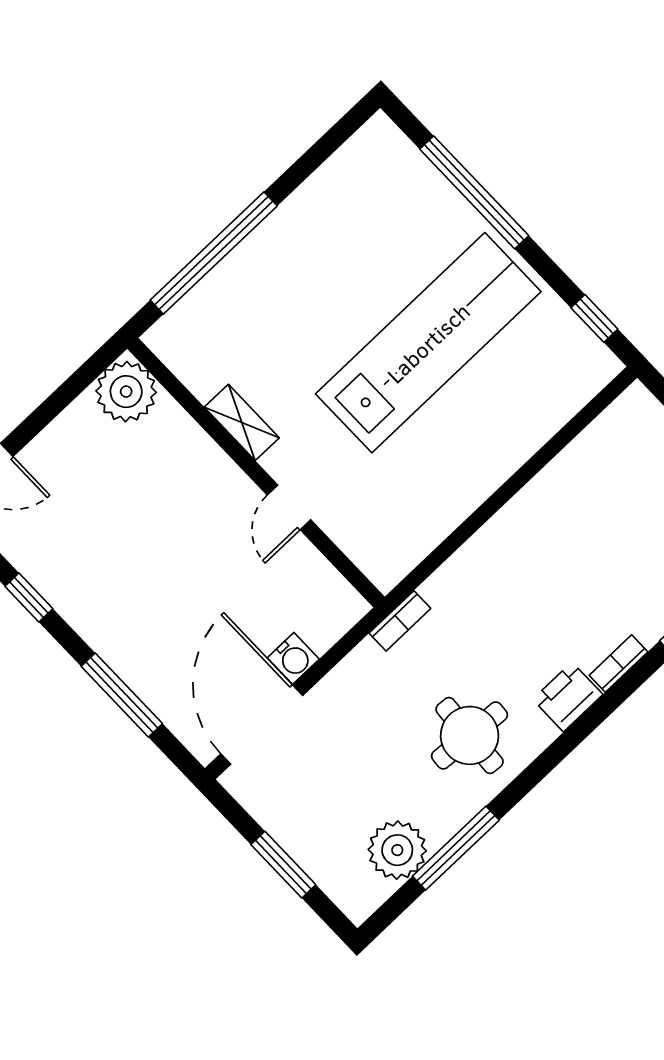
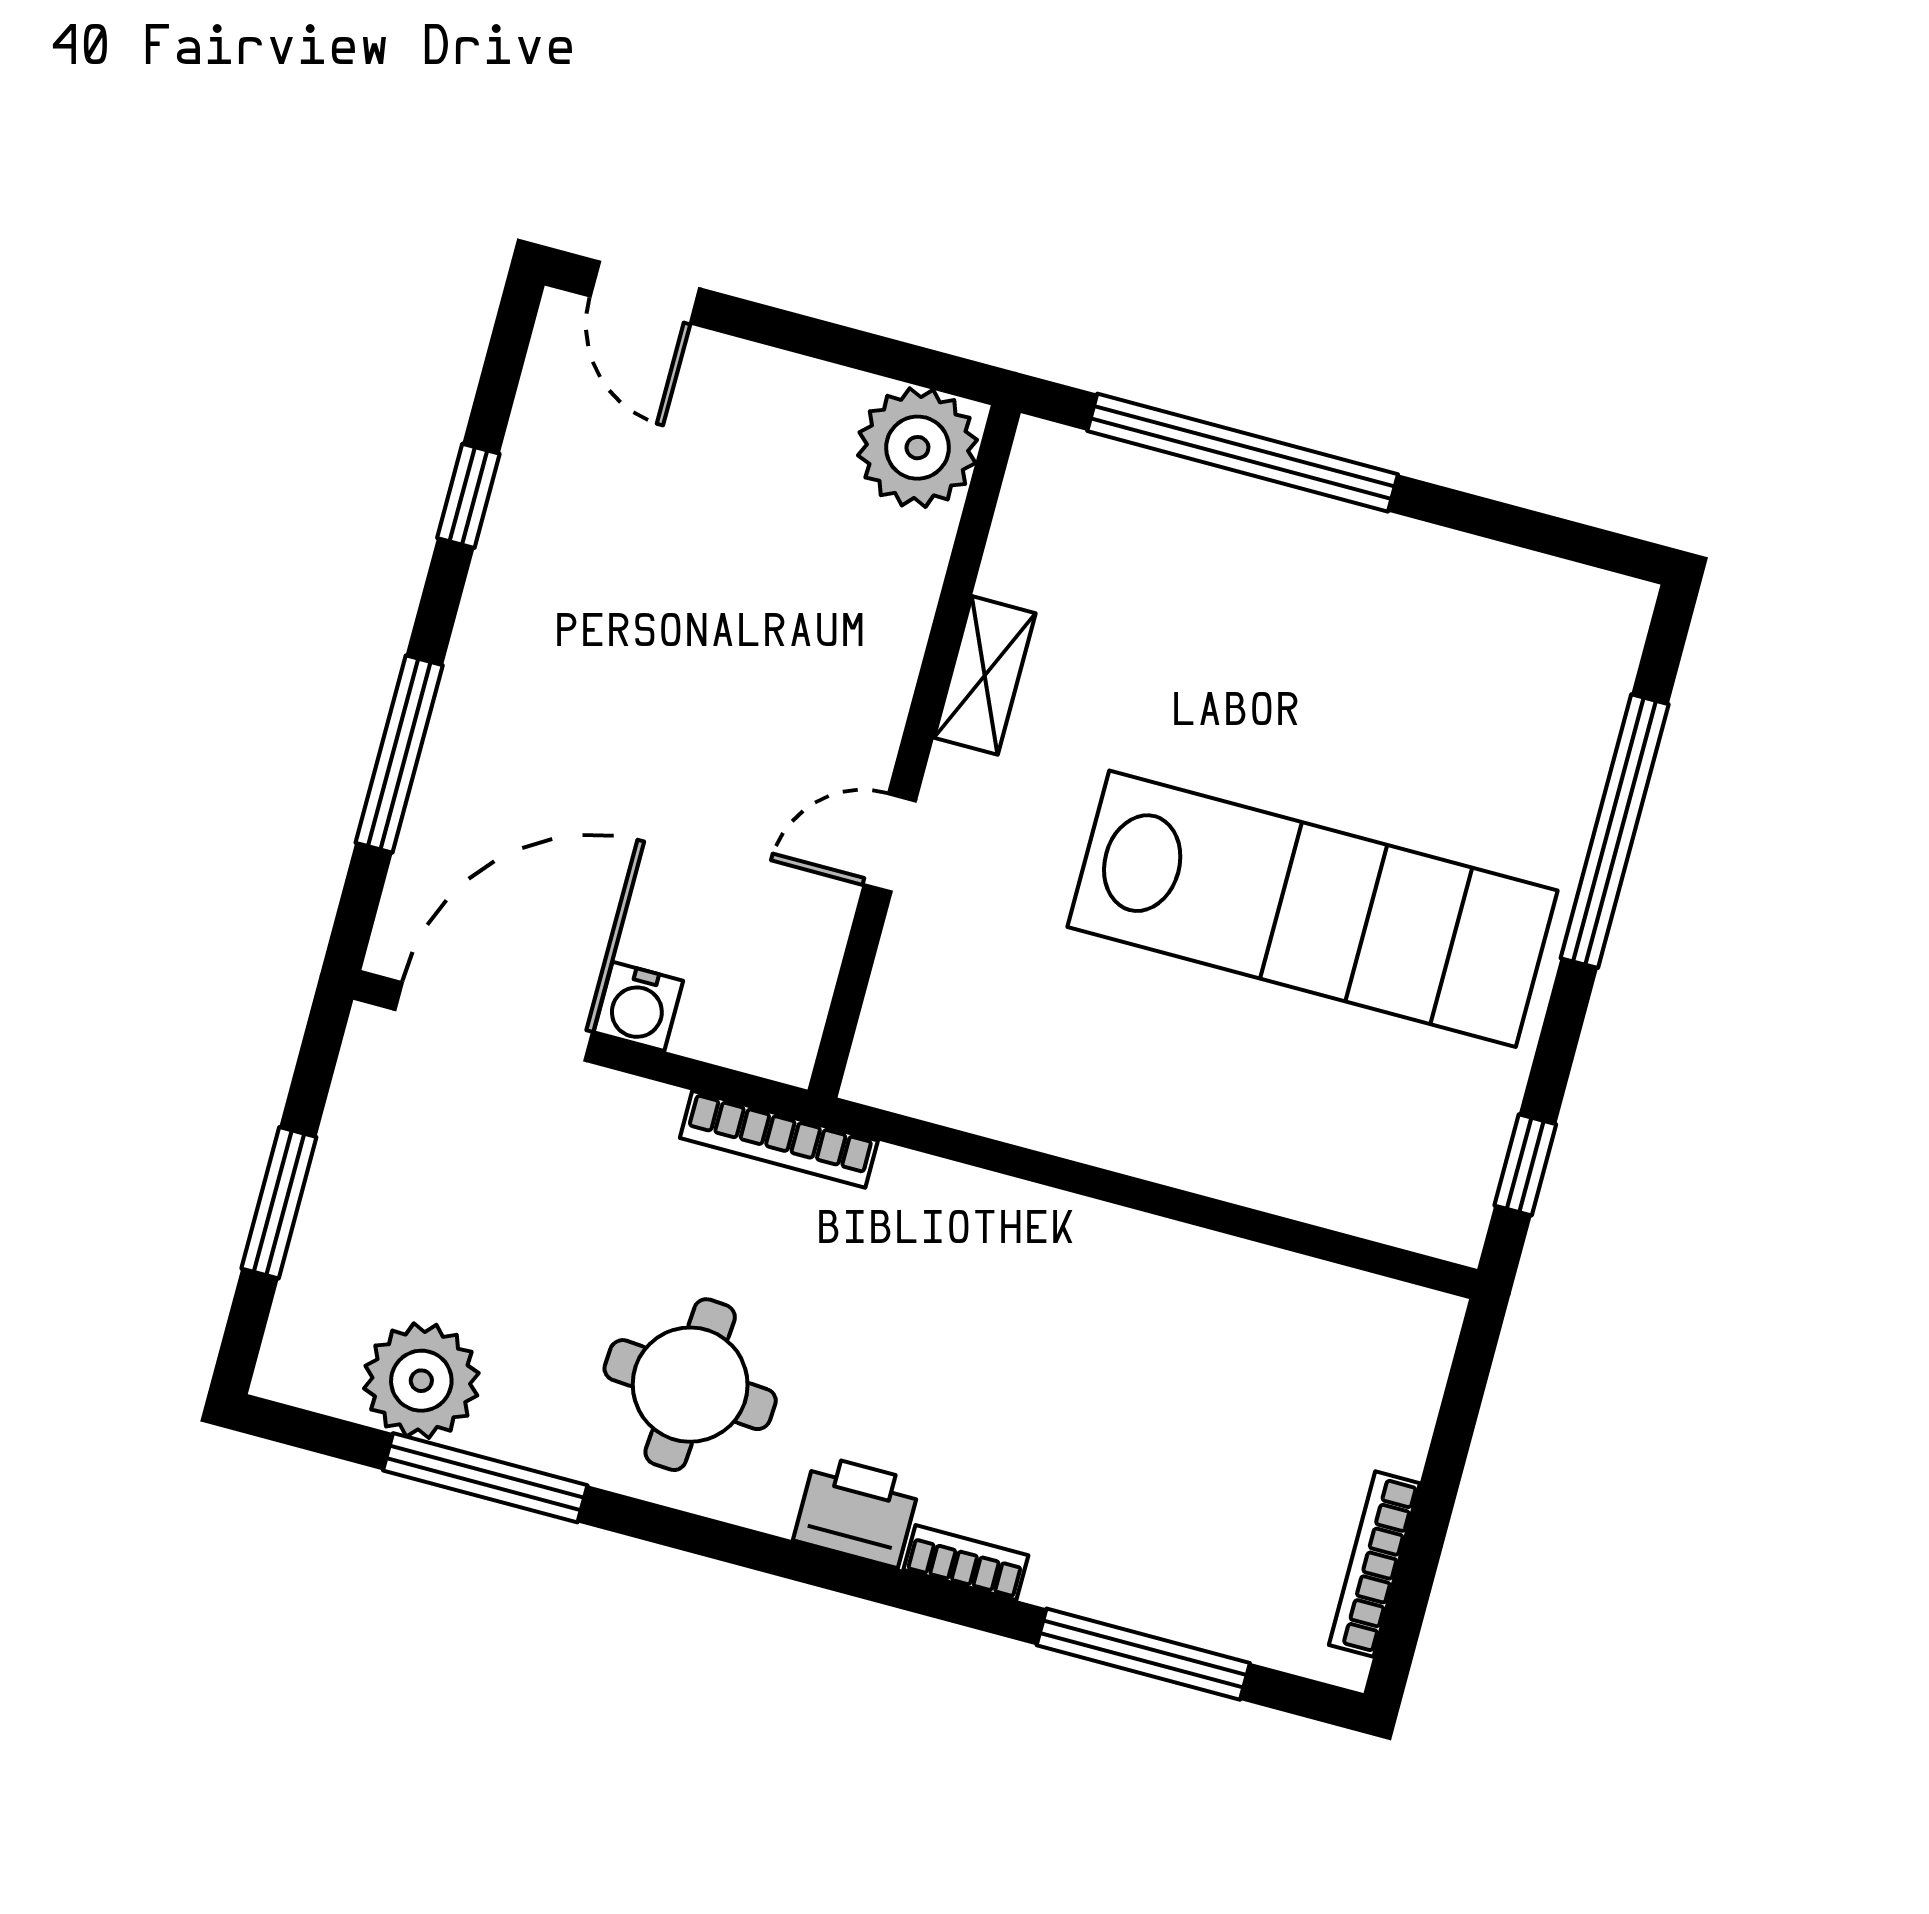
bookcase: (400, 621) -> (779, 1139), width x1.56

